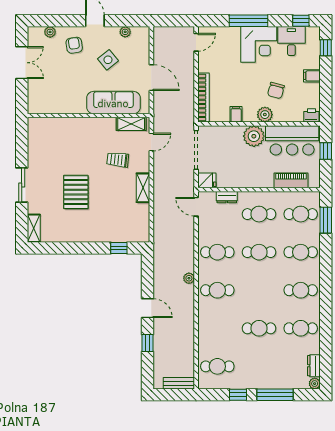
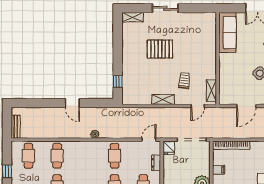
sofa: (113, 103) -> (227, 32), moved
door: (151, 142) -> (198, 106), hinge flipped
cafe table: (217, 290) -> (57, 156), moved
door: (147, 308) -> (72, 103), hinge flipped
window: (147, 343) -> (46, 103), removed

